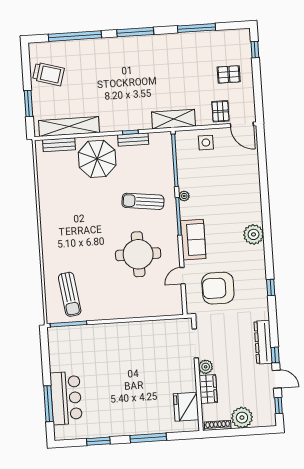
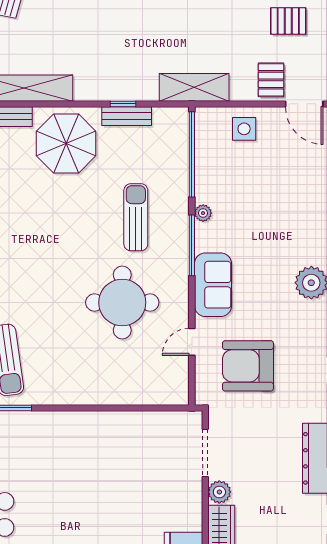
sun lounger: (143, 201) -> (136, 217), turned 83

